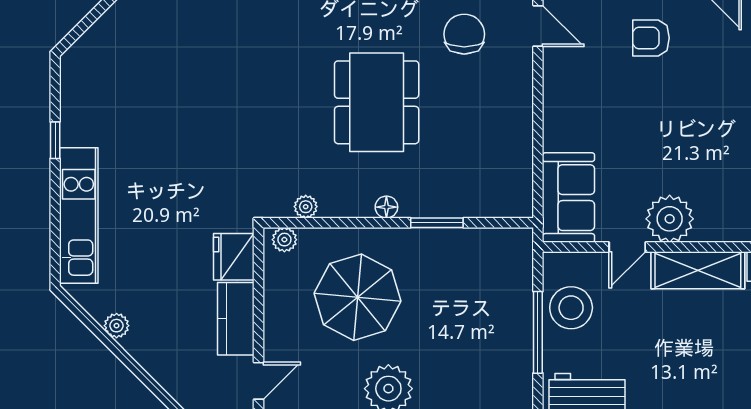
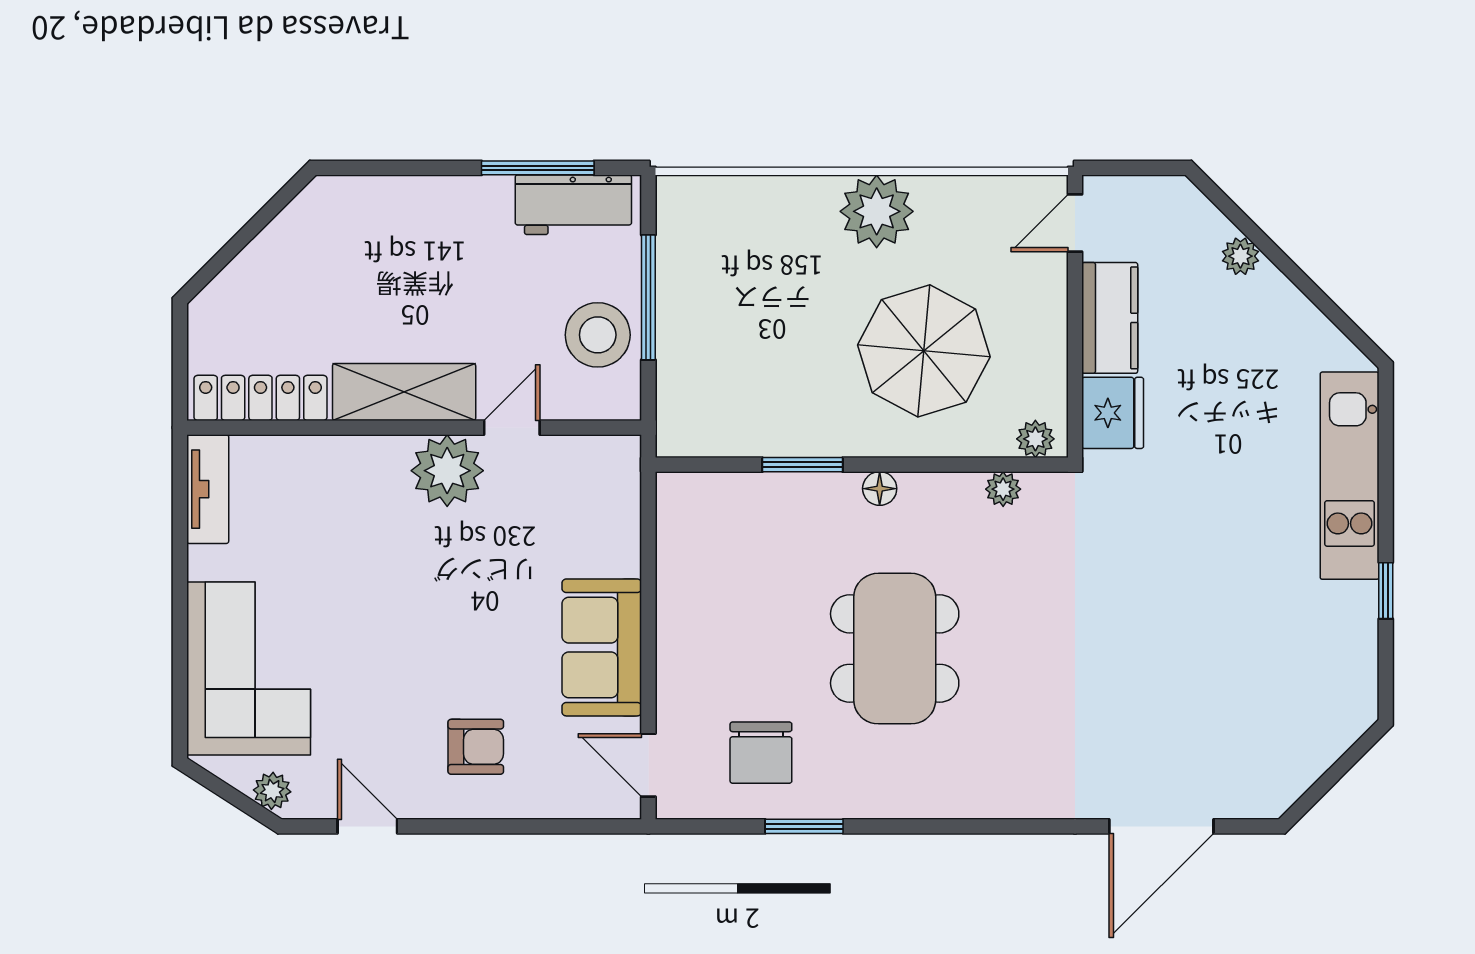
sofa: (568, 198) -> (602, 647), moved
plant: (117, 326) -> (1240, 256), moved

